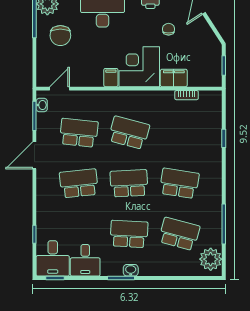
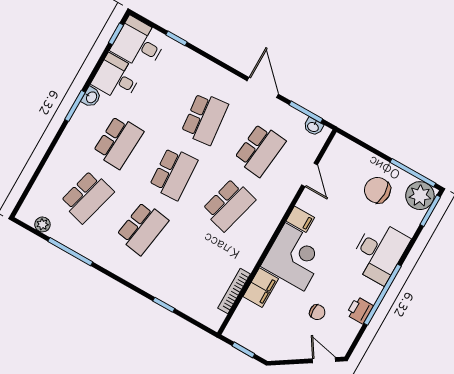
door: (59, 89) -> (309, 175), moved
bookcase: (187, 95) -> (234, 291), width x1.56
plant: (211, 259) -> (42, 224), width x0.53, depth x0.53
washbasin: (131, 270) -> (91, 97), moved

